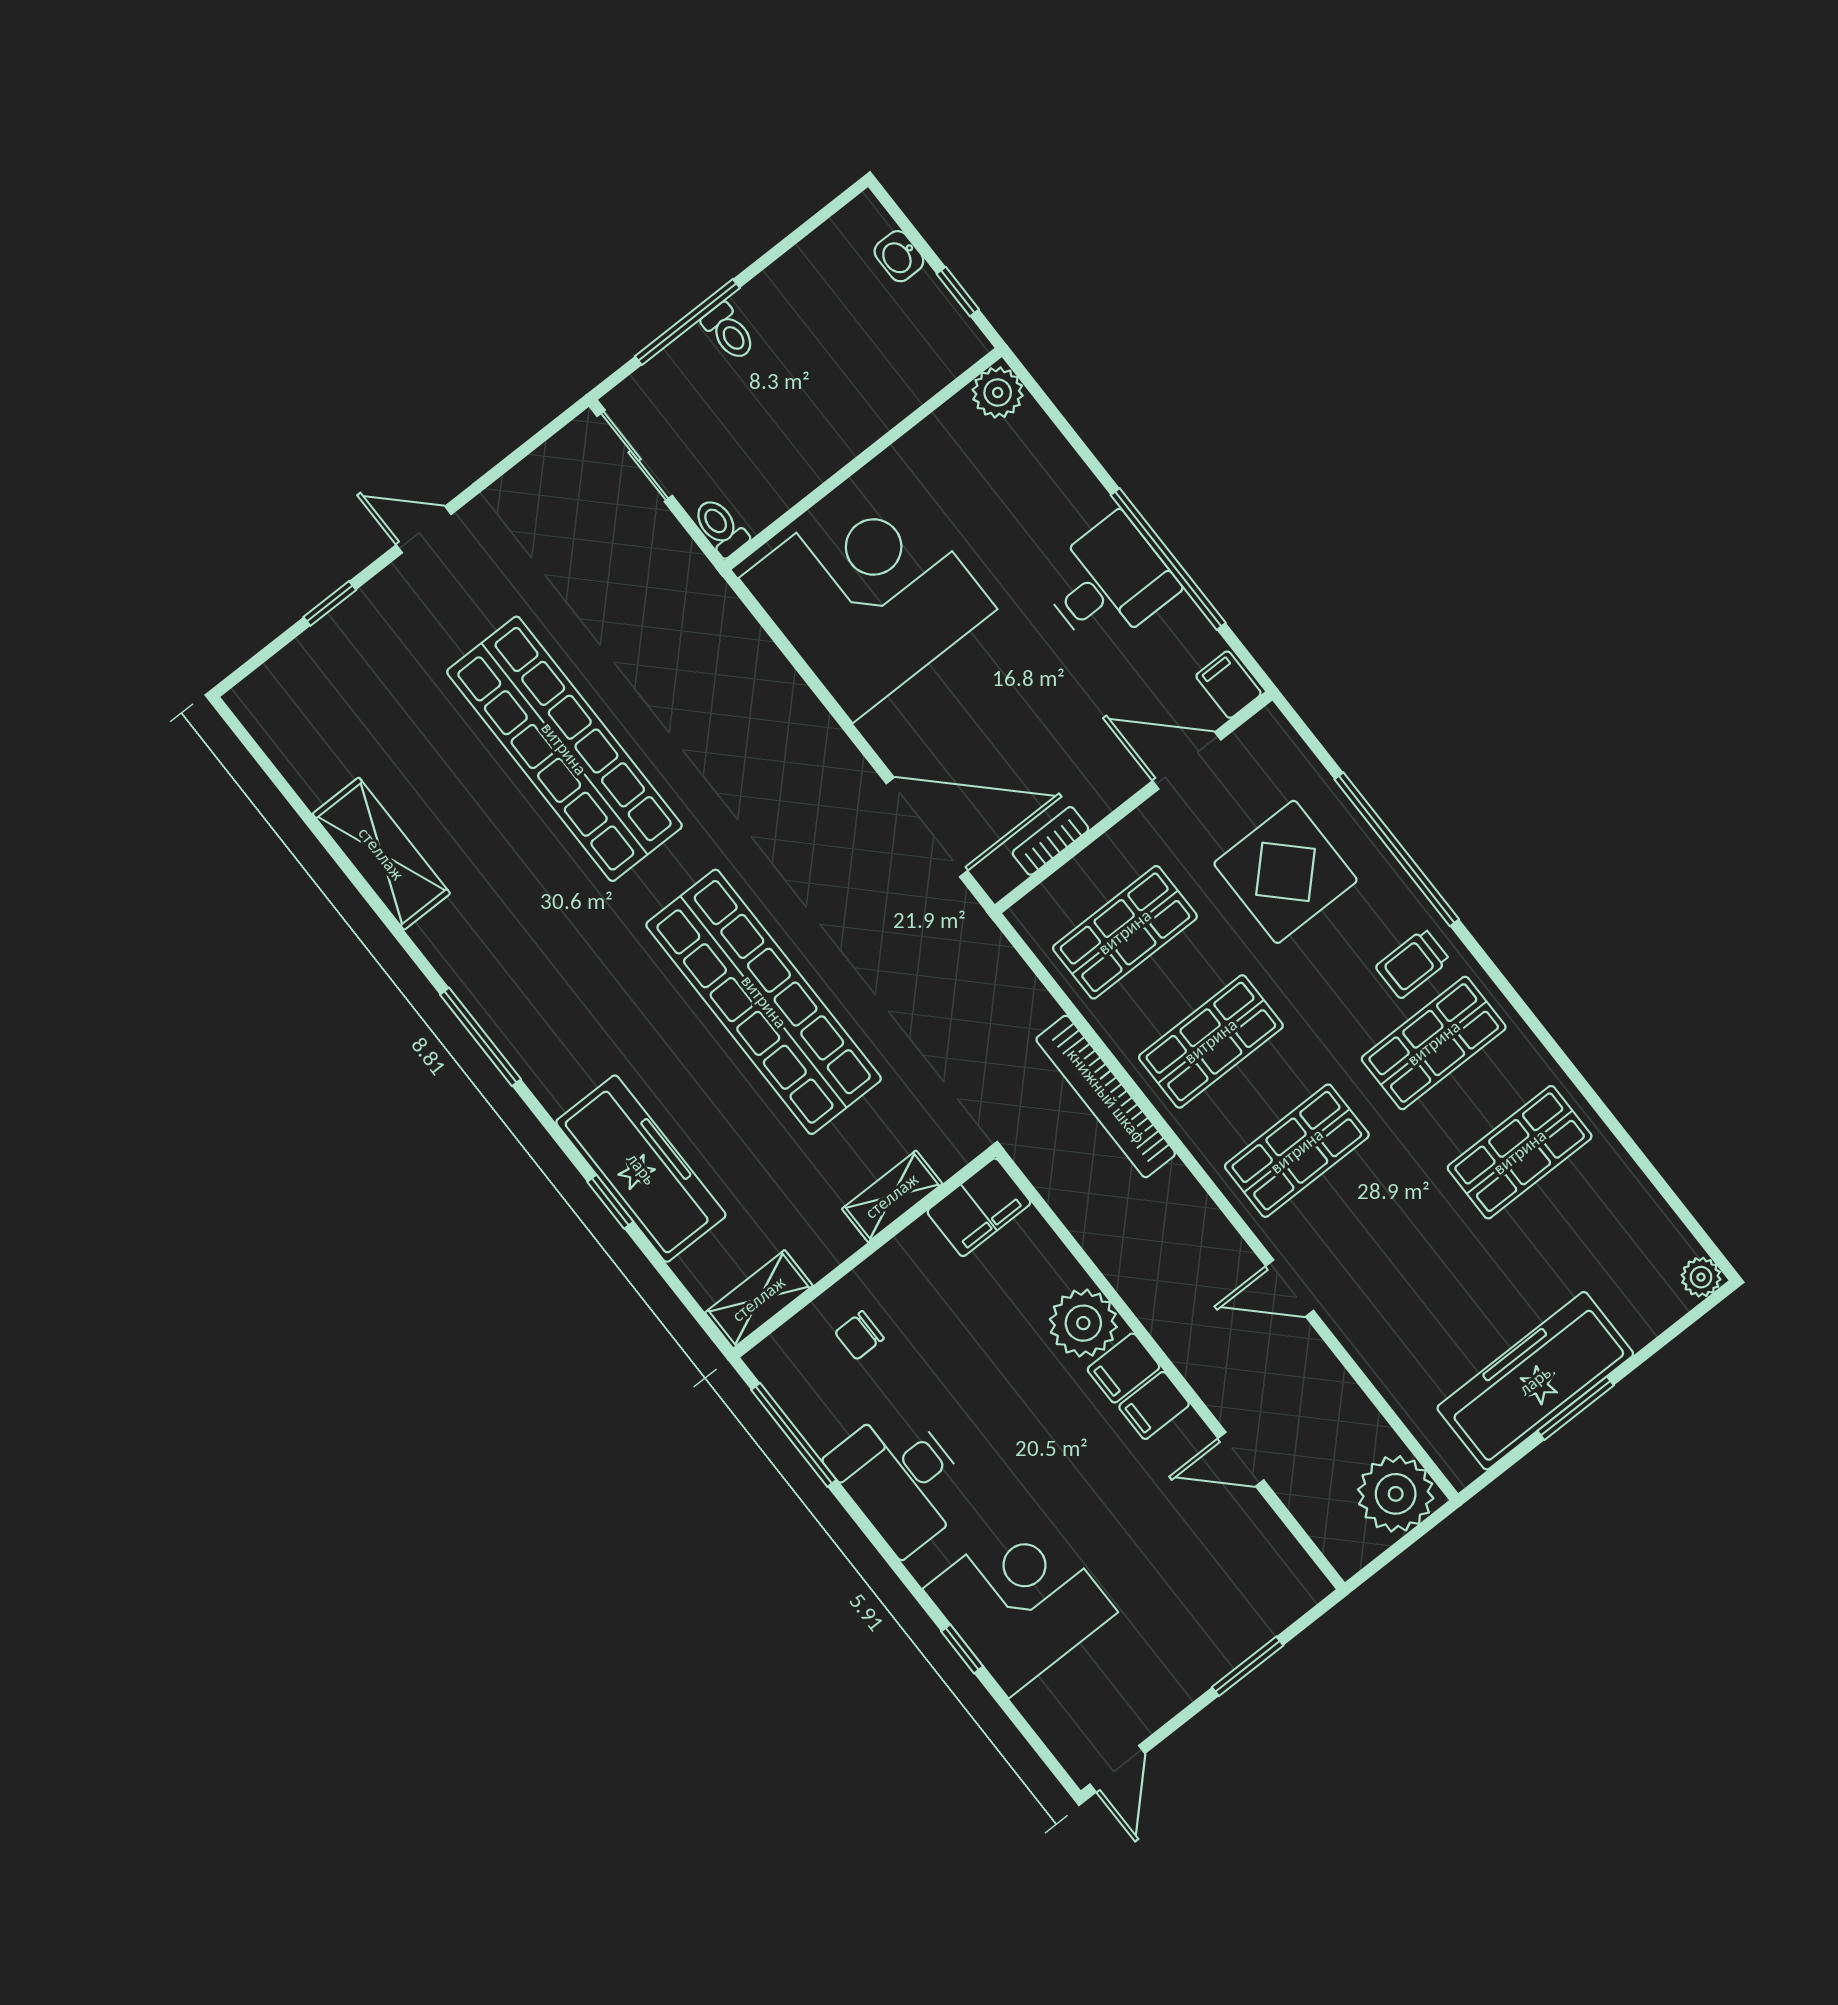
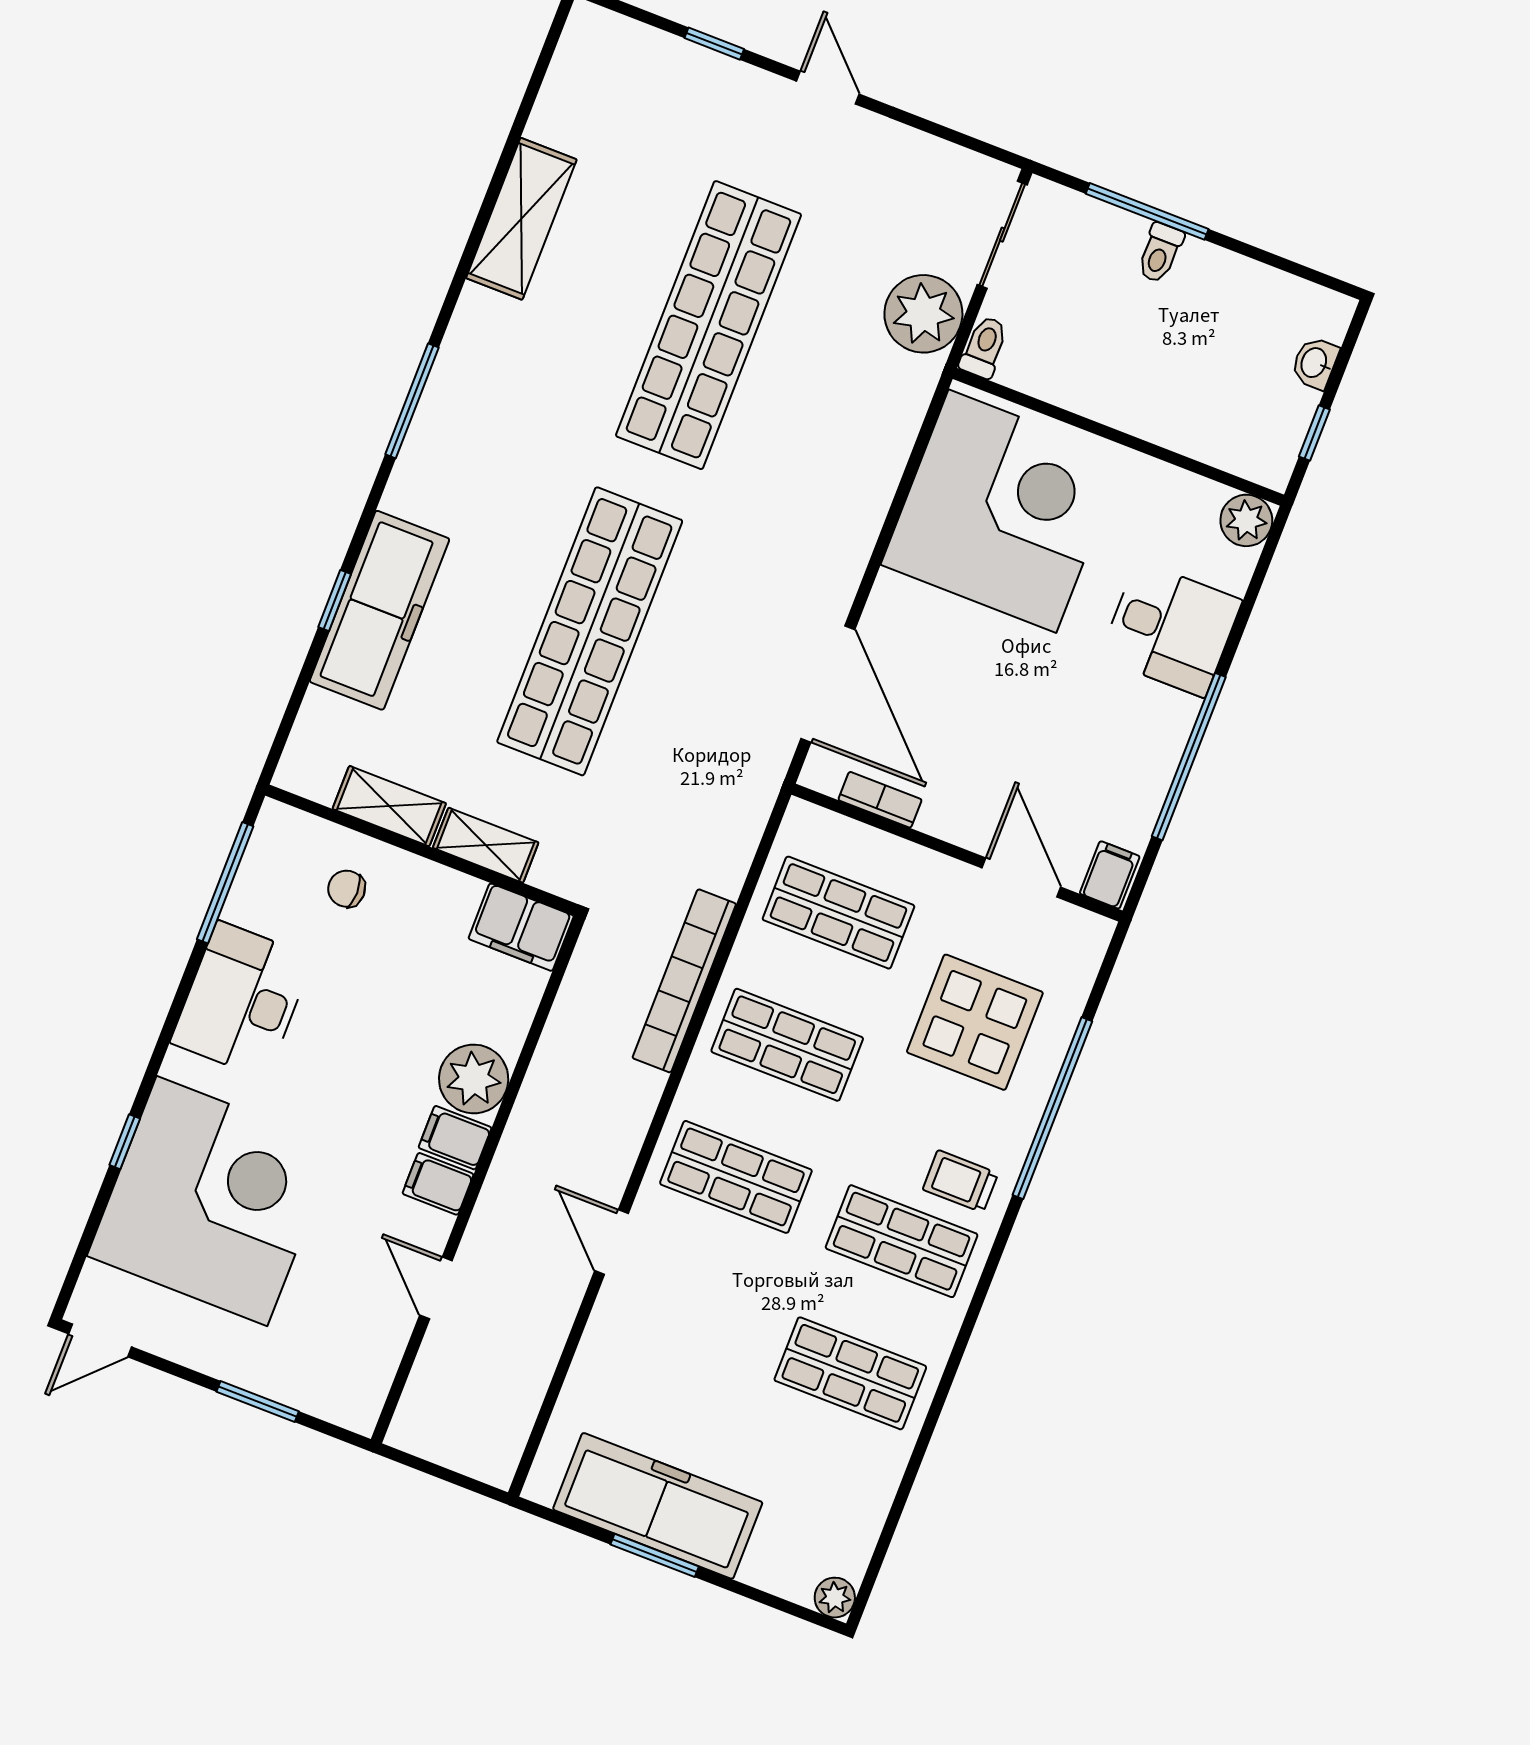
desk: (1108, 583) -> (1171, 629), moved
shelving: (759, 1299) -> (389, 806), moved
plant: (1396, 1494) -> (923, 314), moved
corner desk: (1020, 1601) -> (212, 1201), width x1.36, depth x1.36

